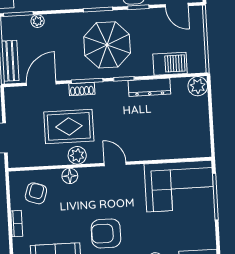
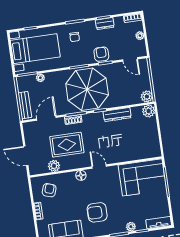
parasol: (107, 45) -> (87, 89), width x1.36, depth x1.36
barbecue: (170, 64) -> (129, 98), removed
plant: (197, 64) -> (147, 97), added
plant: (77, 155) -> (54, 166), moved
floor lamp: (70, 176) -> (81, 175), moved

